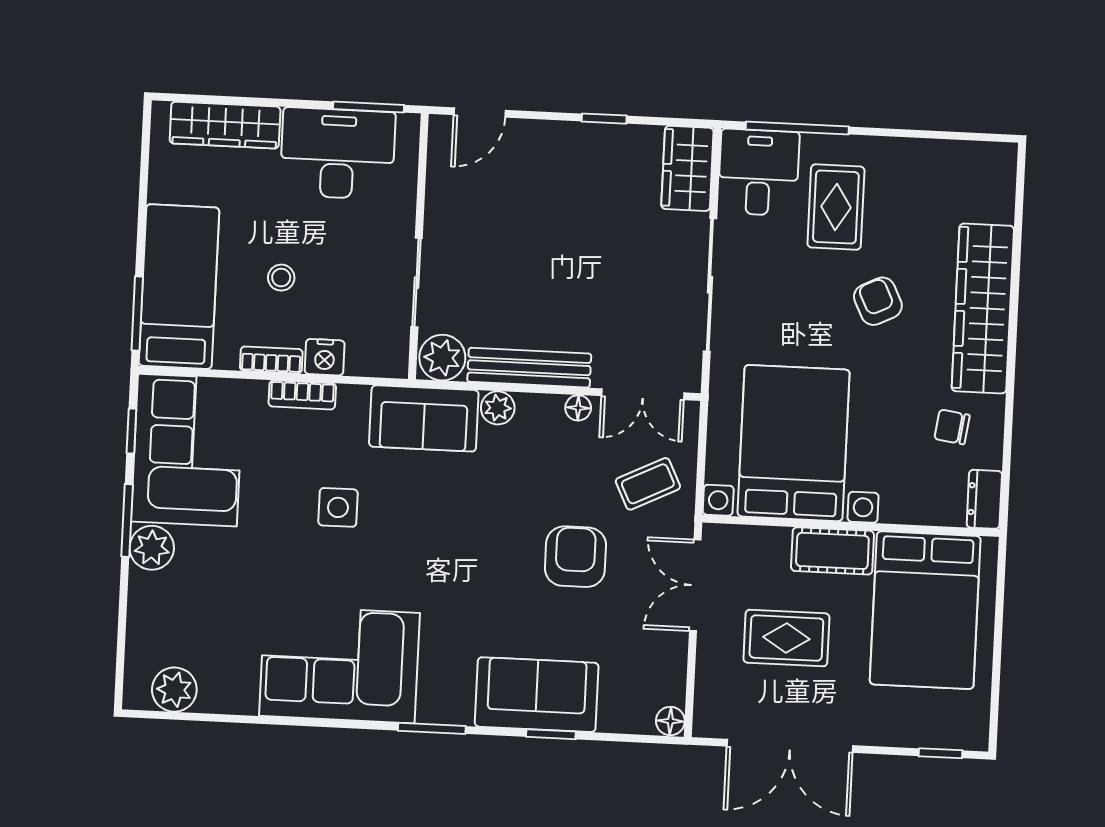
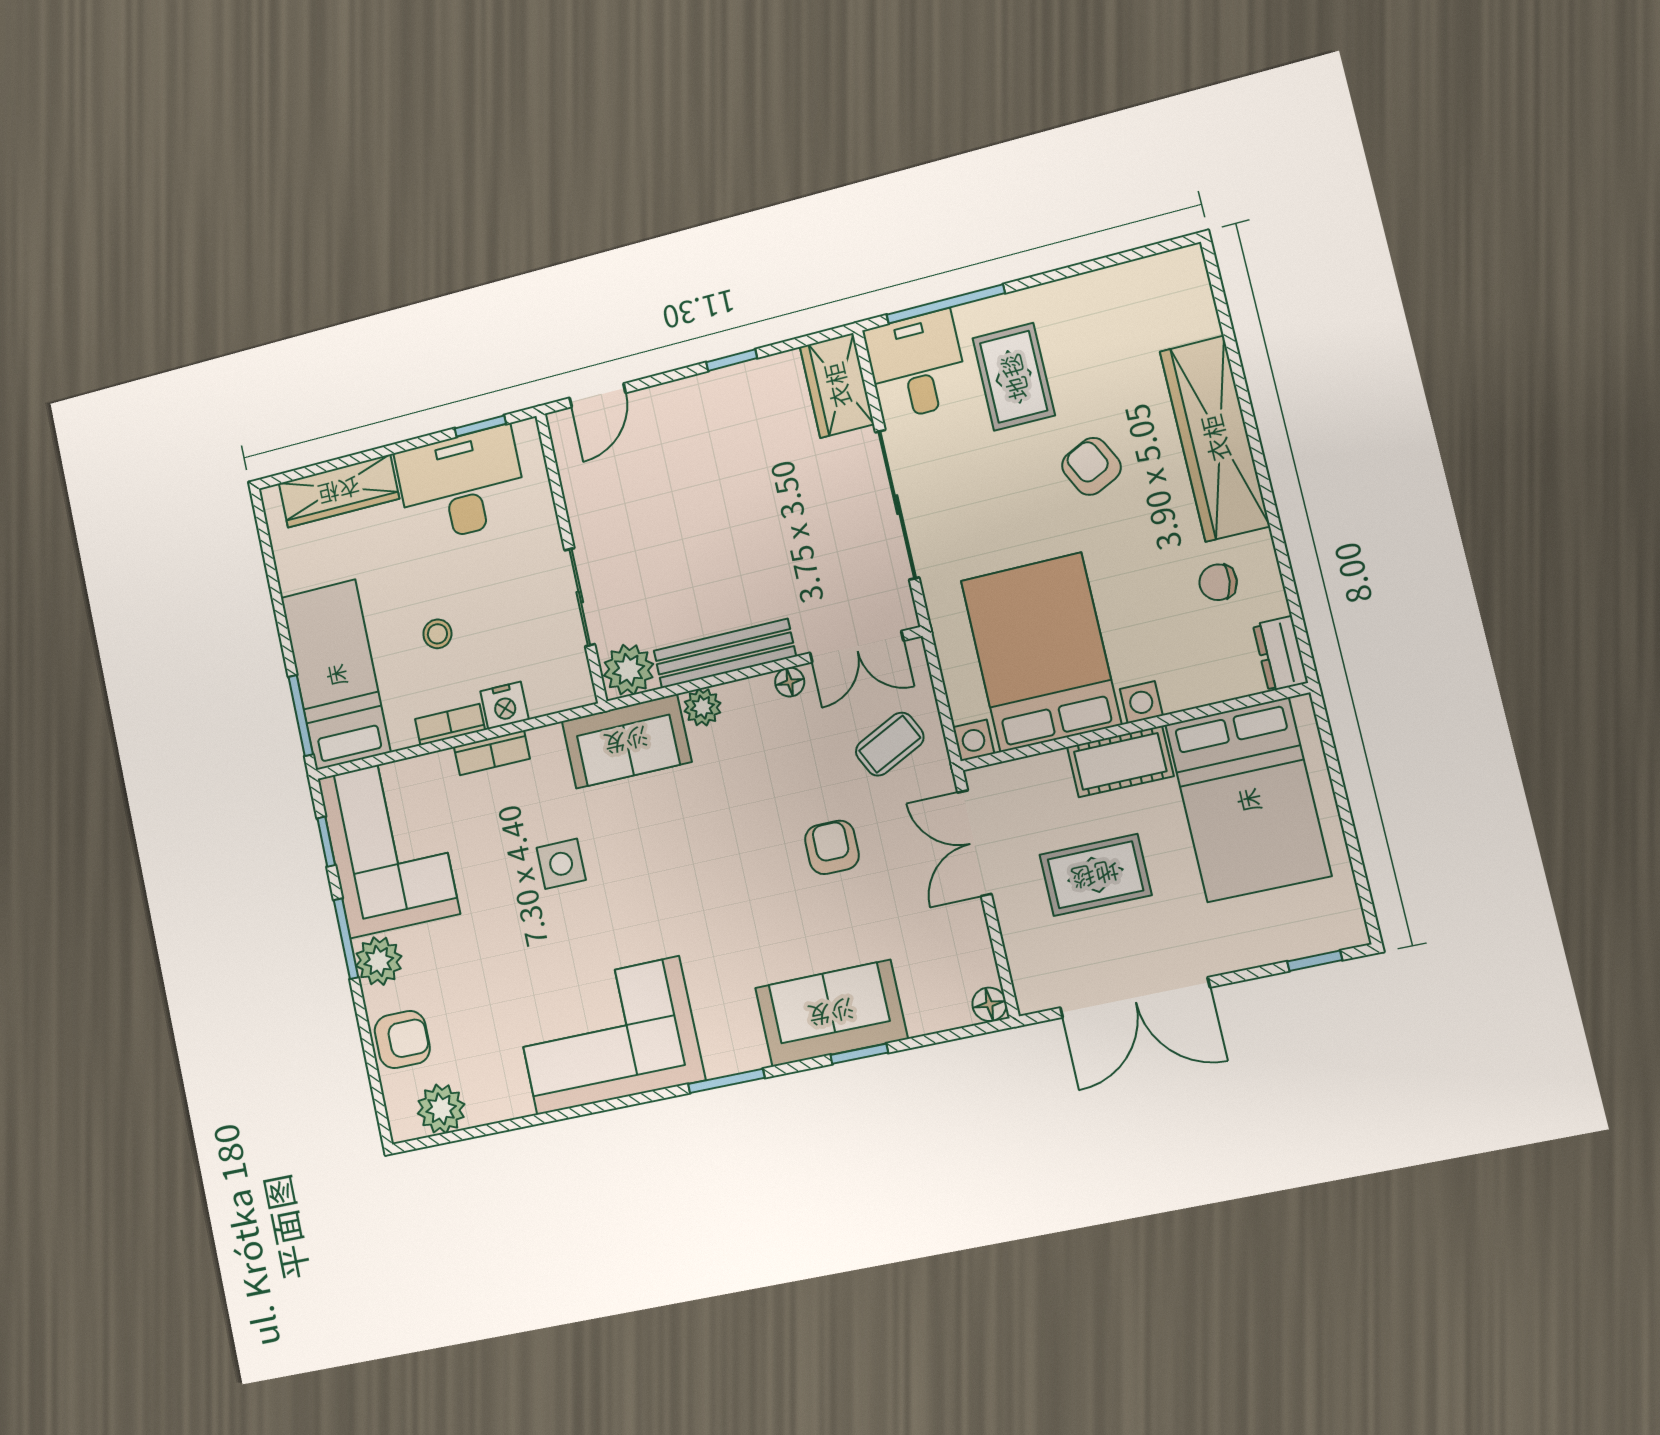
window: (369, 107) -> (480, 426), width x0.67
armchair: (575, 557) -> (832, 847), width x0.72, depth x0.72
armchair: (155, 621) -> (402, 1040), added

